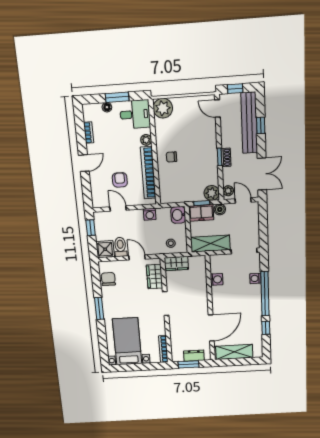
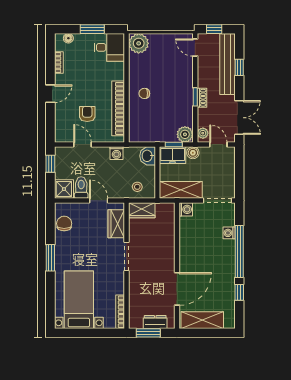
floor lamp: (107, 107) -> (68, 38), moved
plant: (146, 140) -> (119, 74), removed
washing machine: (217, 279) -> (186, 209), moved

